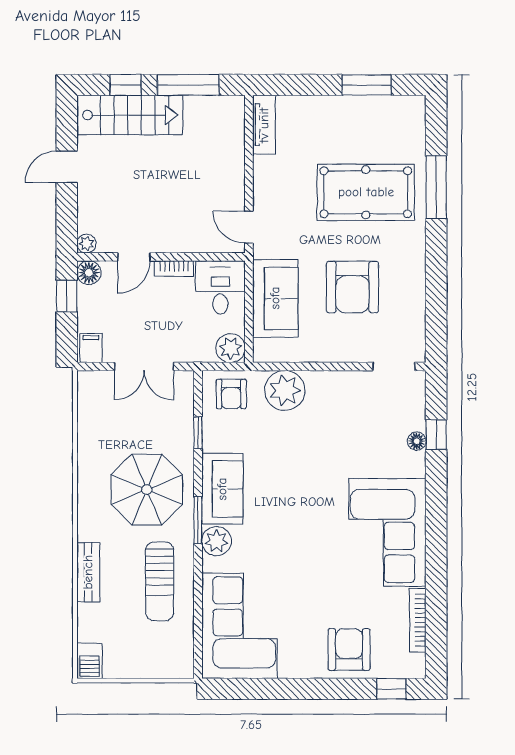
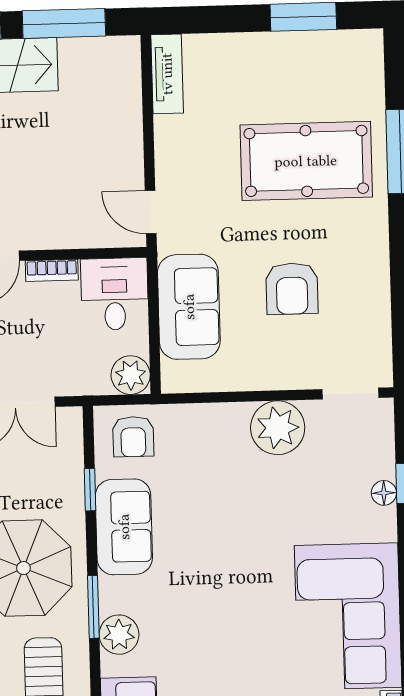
armchair: (352, 287) -> (292, 289), width x0.73, depth x0.73
plant: (285, 390) -> (278, 428), moved
sofa: (222, 489) -> (124, 527), moved

